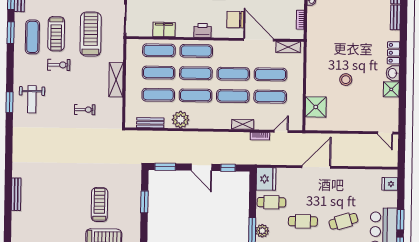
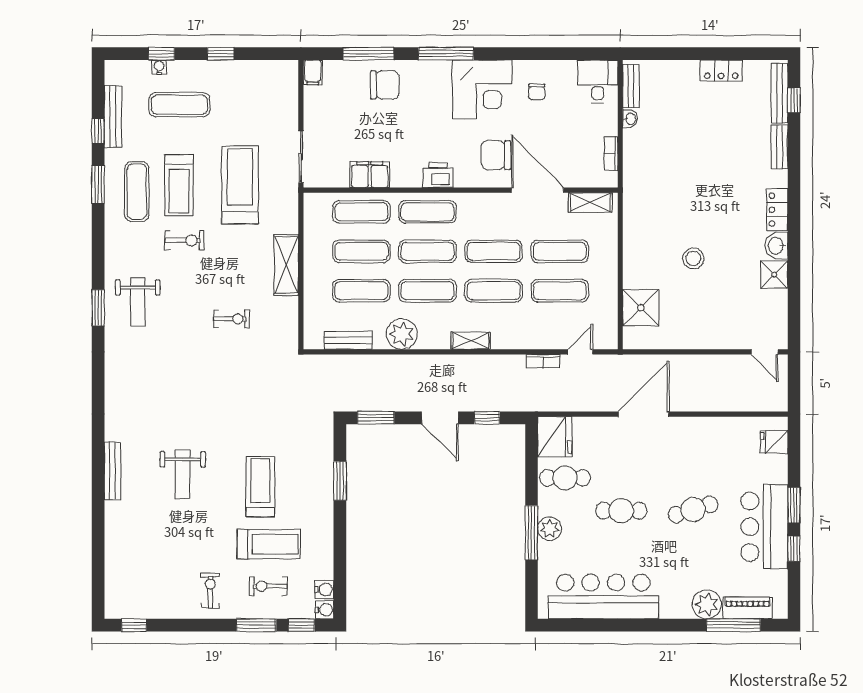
shelving: (243, 124) -> (471, 341), moved
weight bench: (56, 197) -> (183, 474), added

